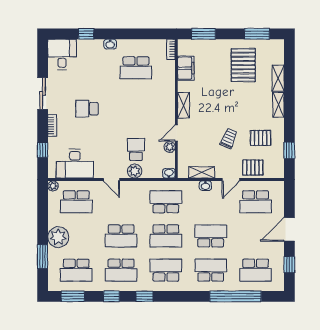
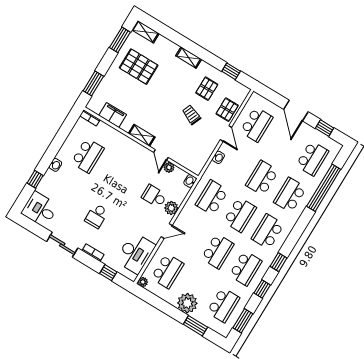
shelving: (278, 78) -> (145, 32), moved
shelving: (202, 172) -> (206, 154), removed

